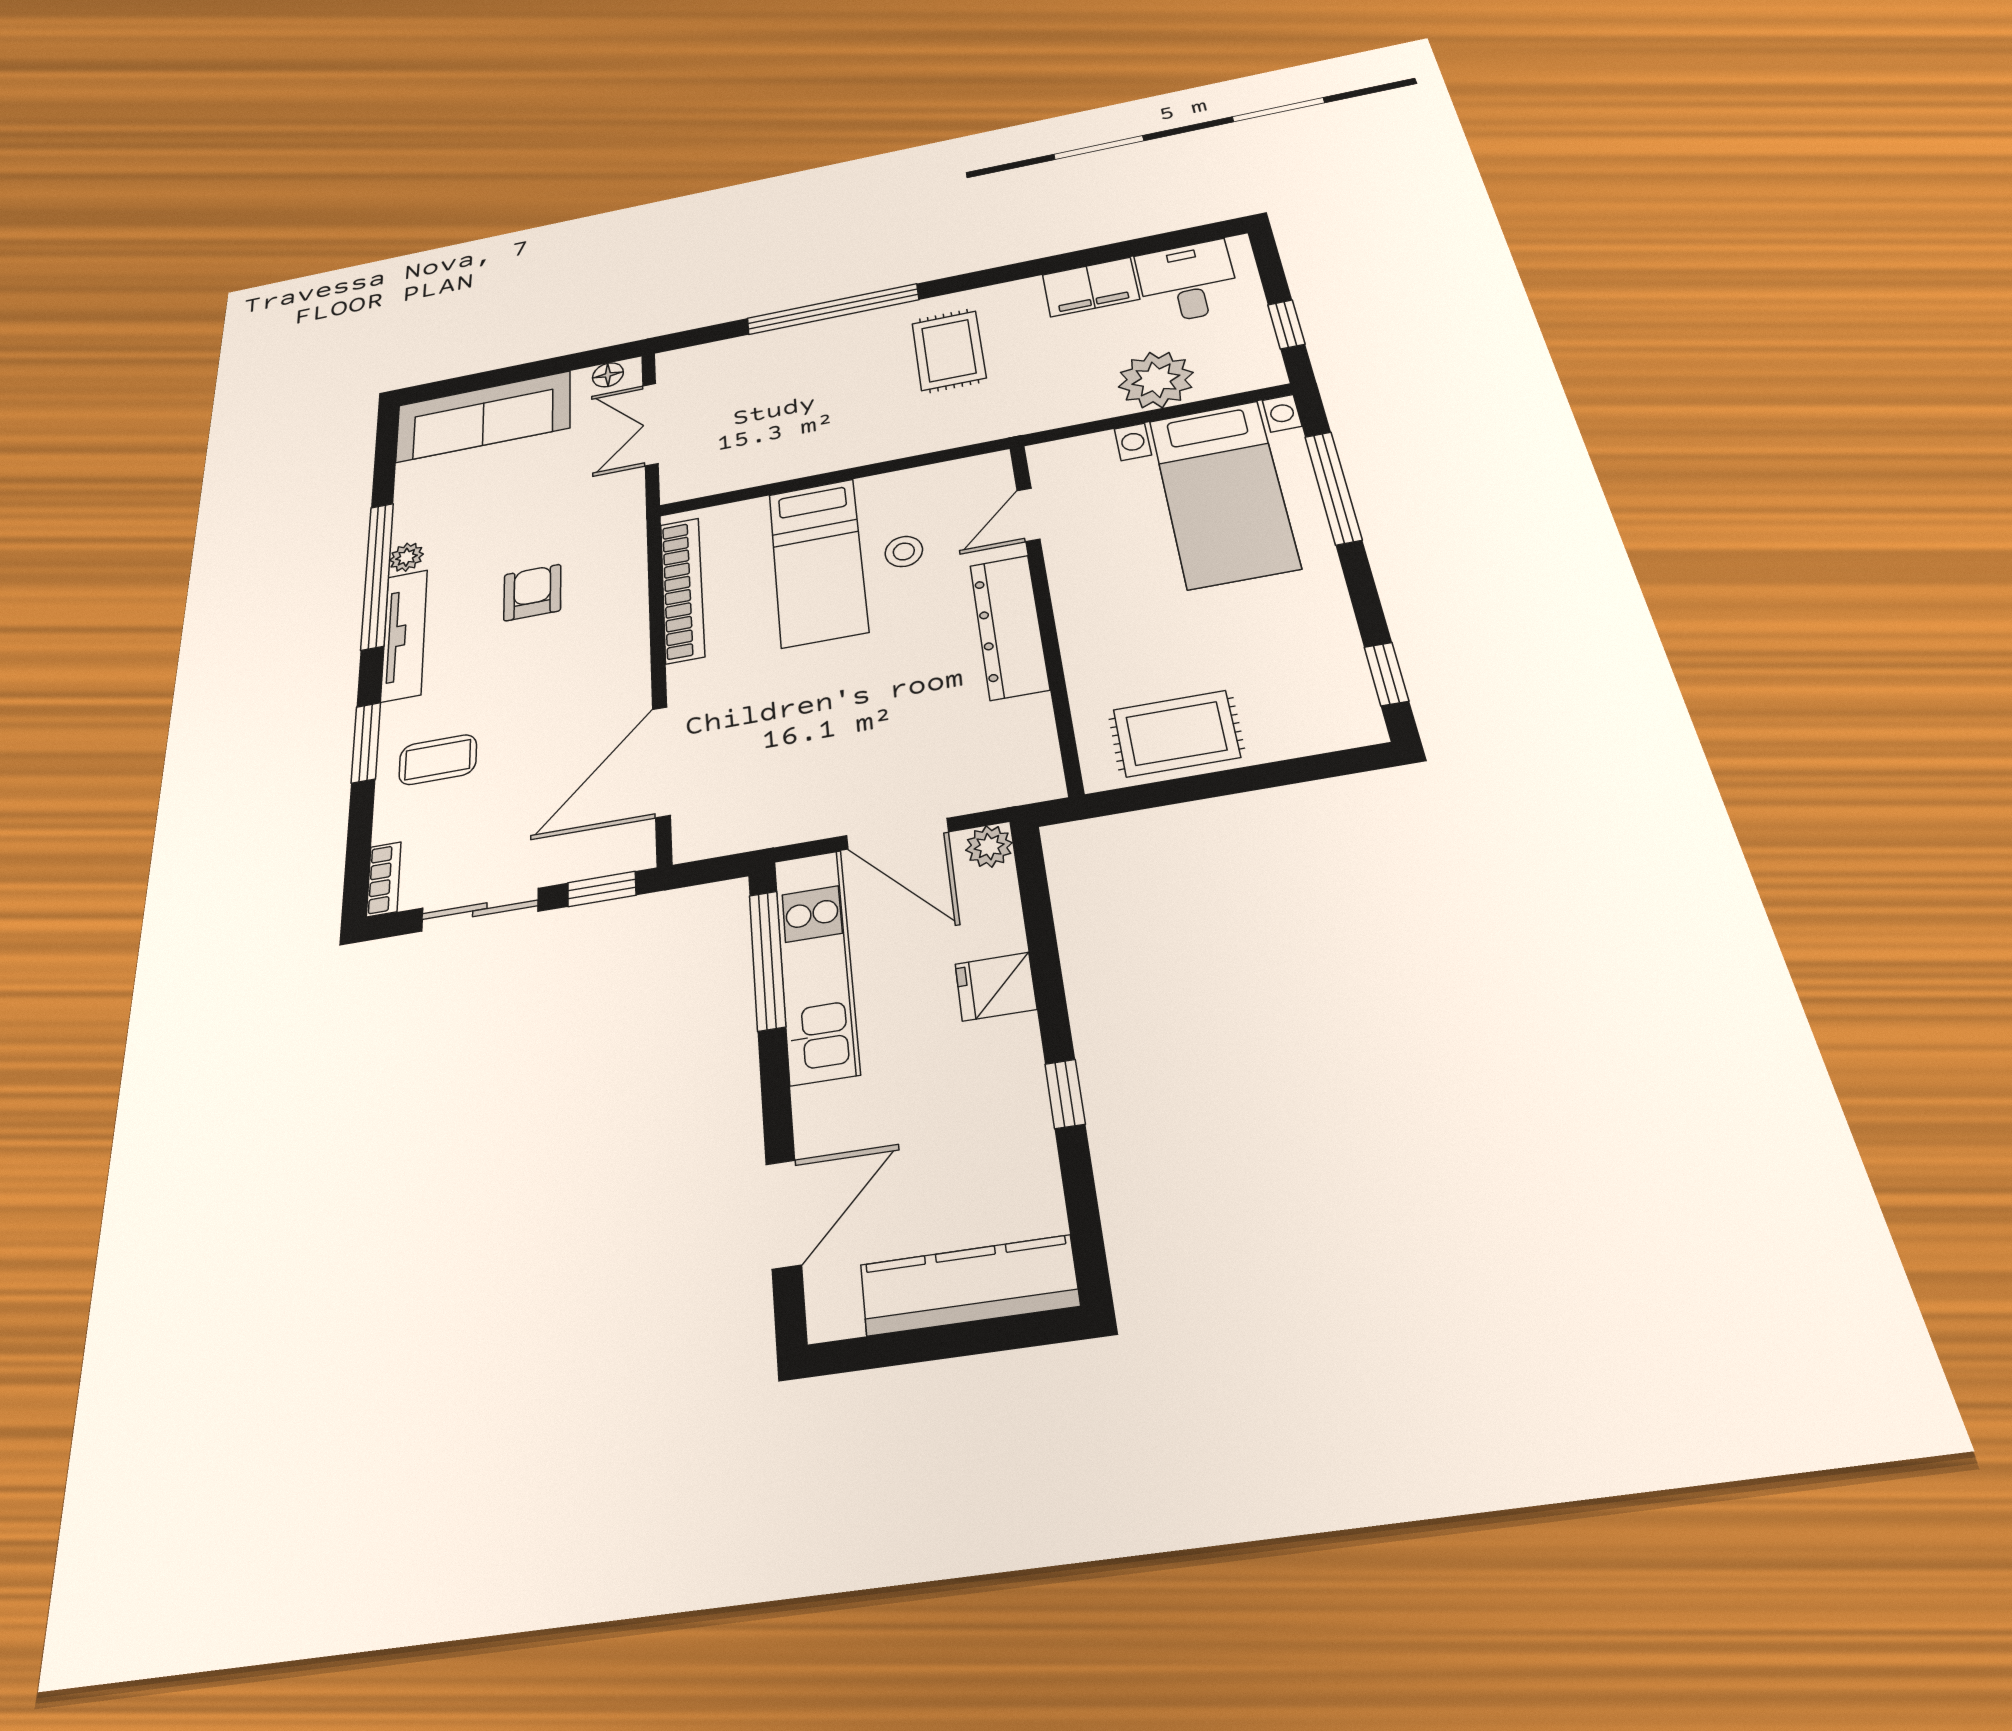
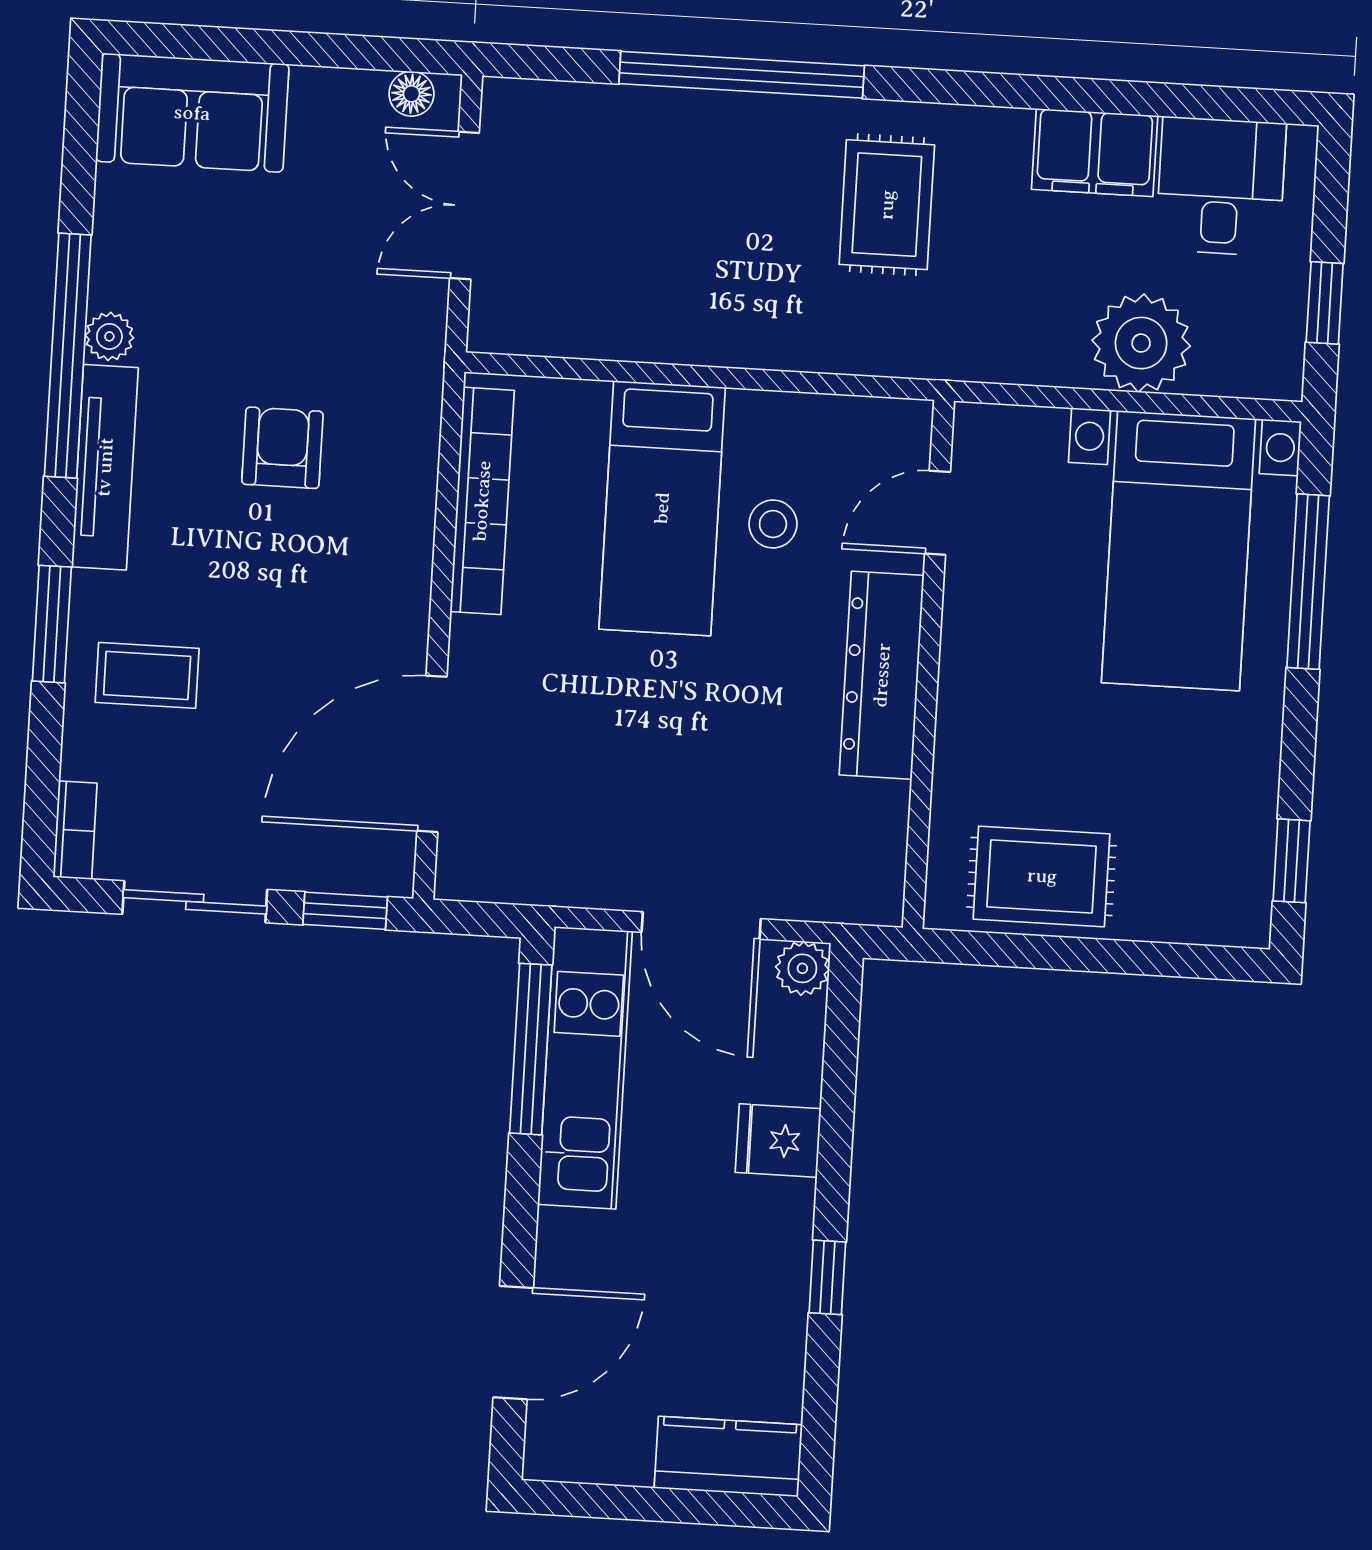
sofa: (483, 417) -> (192, 113), width x0.73
kitchen counter: (969, 1285) -> (728, 1456), width x0.67

